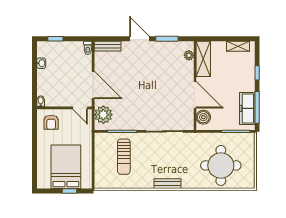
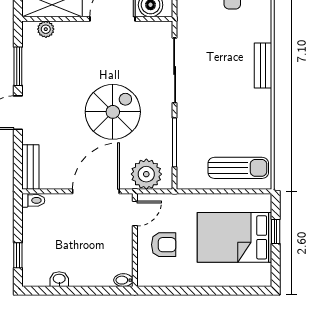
spiral stairs: (140, 95) -> (113, 112), added
armchair: (51, 122) -> (164, 245), moved
sun lounger: (124, 157) -> (238, 168), moved

